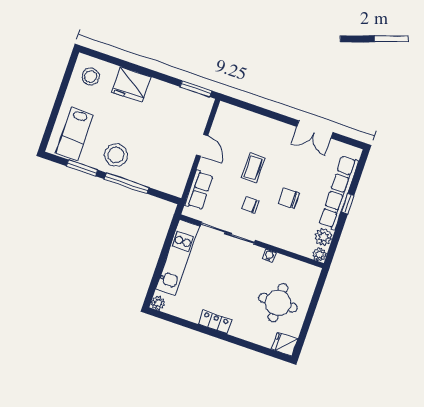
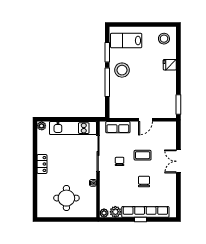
fridge: (131, 85) -> (170, 65), width x0.53, depth x0.75
double door: (315, 129) -> (178, 161), moved
chair: (289, 198) -> (144, 181), moved
fridge: (285, 344) -> (43, 210), removed

